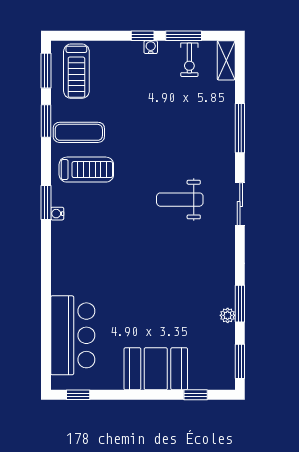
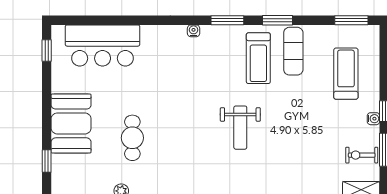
treadmill: (76, 71) -> (346, 74), moved, turned 90
window: (46, 121) -> (277, 20), moved
weight bench: (180, 200) -> (240, 128), moved, turned 180
water cooler: (57, 214) -> (194, 31), moved
cafe table: (171, 304) -> (132, 138), added

